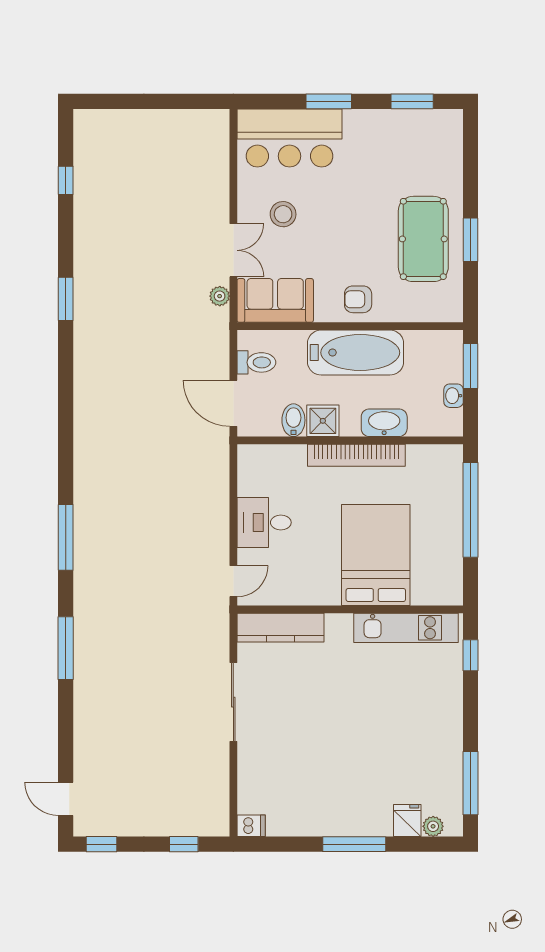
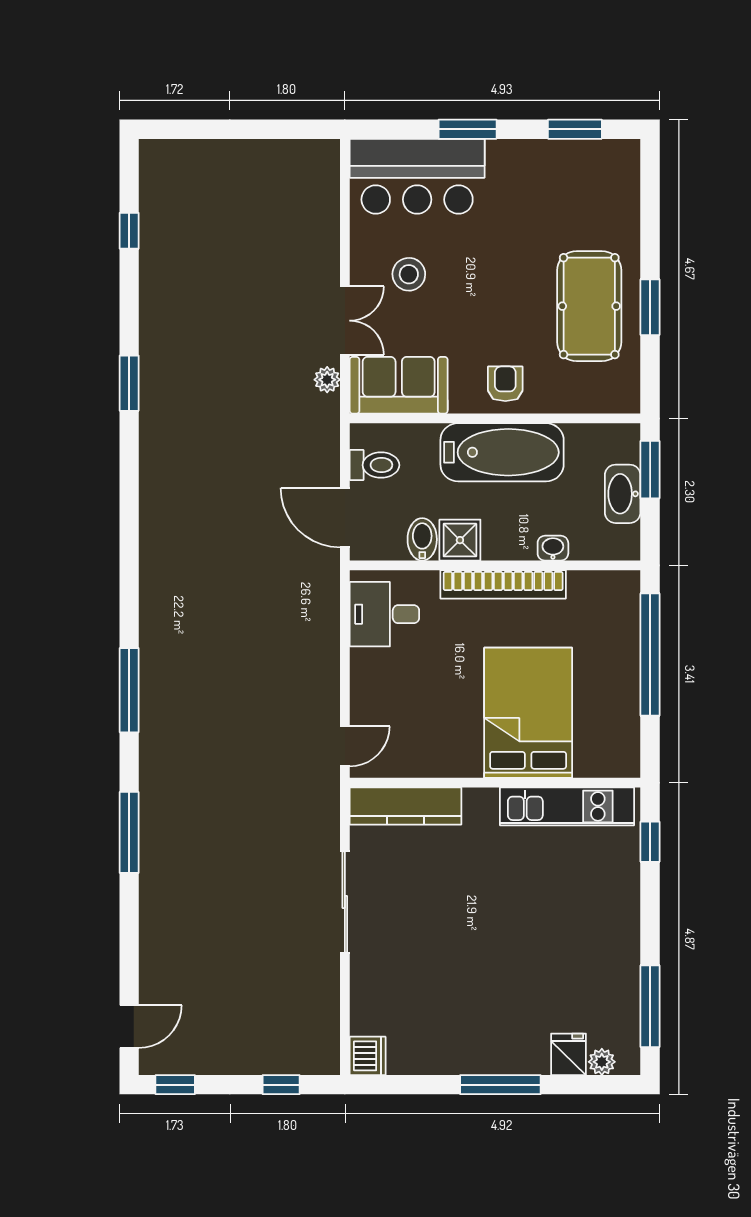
armchair: (358, 299) -> (505, 384), turned 90
washbasin: (454, 396) -> (623, 494), width x1.91, depth x1.45
washbasin: (384, 423) -> (553, 548), width x0.52, depth x0.69
desk: (264, 522) -> (384, 614), moved
door: (66, 799) -> (129, 1027), swing flipped
dishwasher: (251, 826) -> (368, 1056), width x1.38

